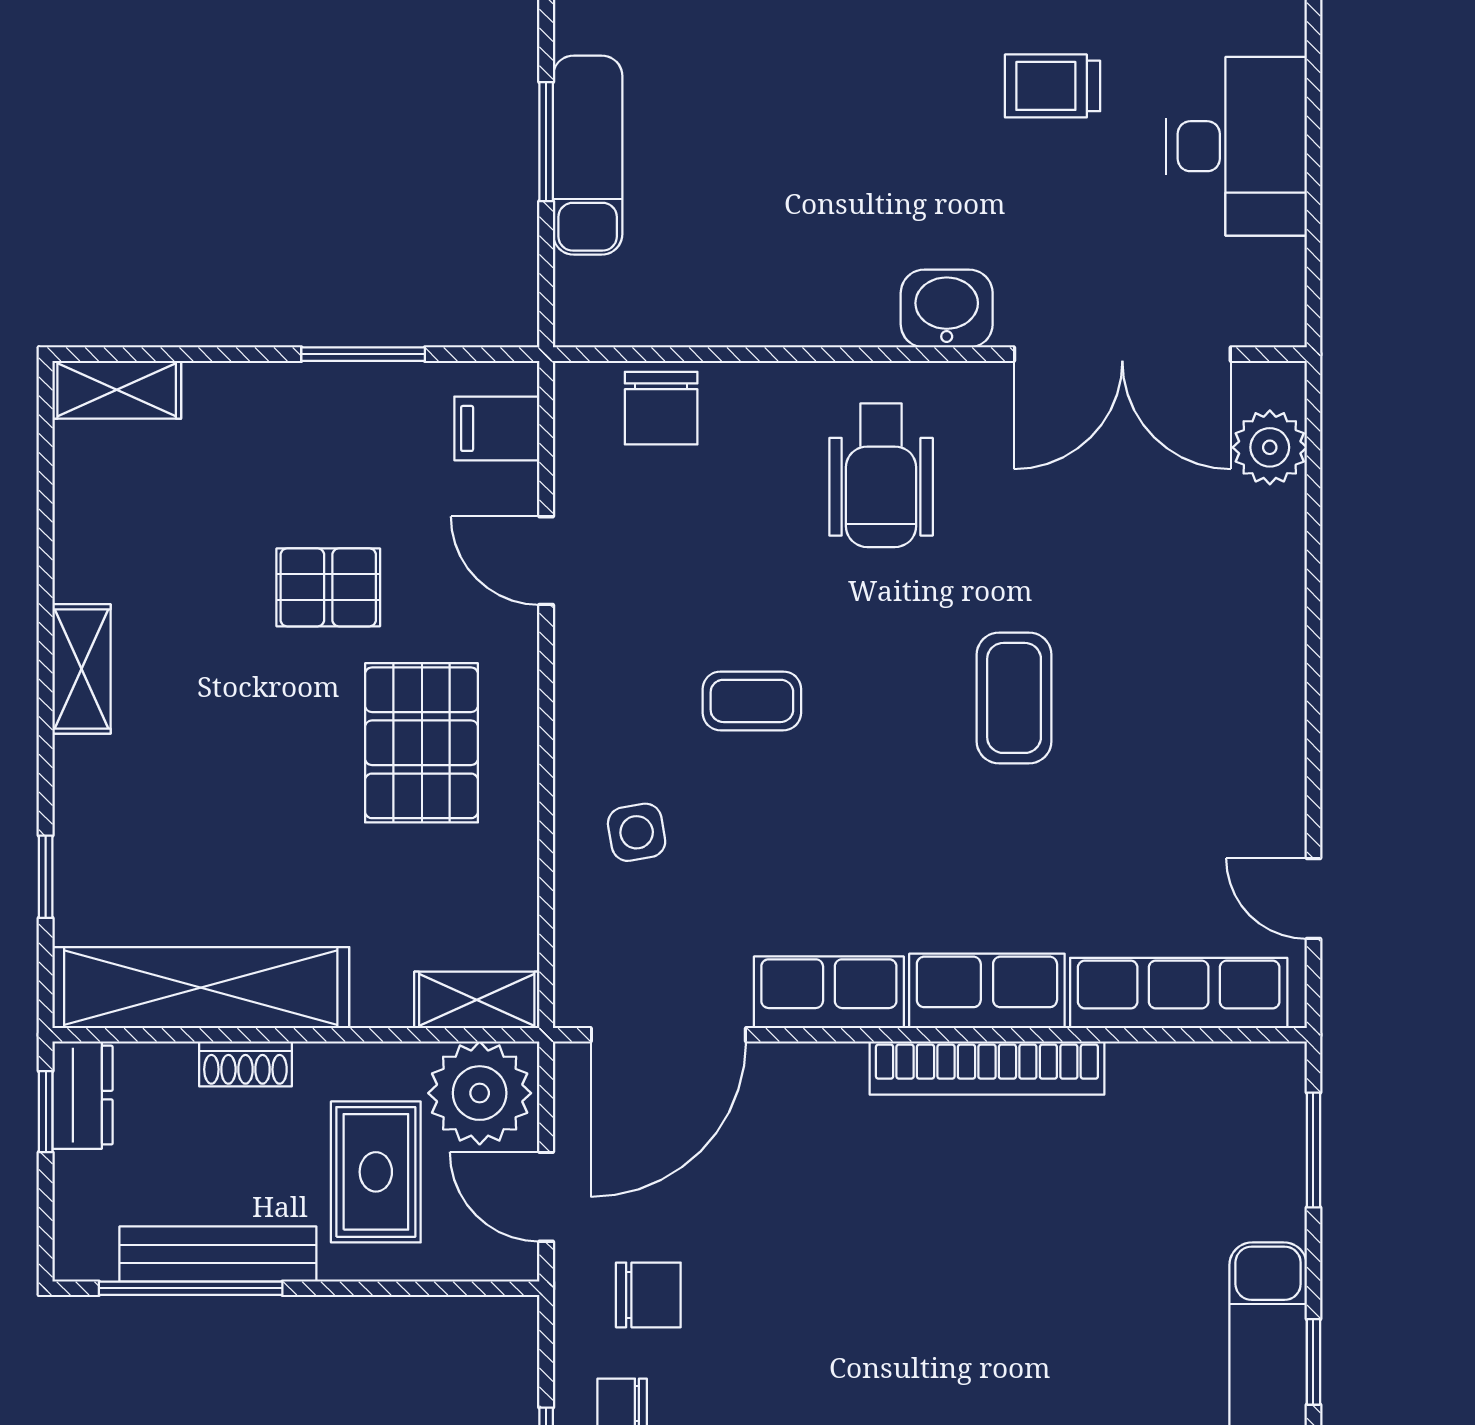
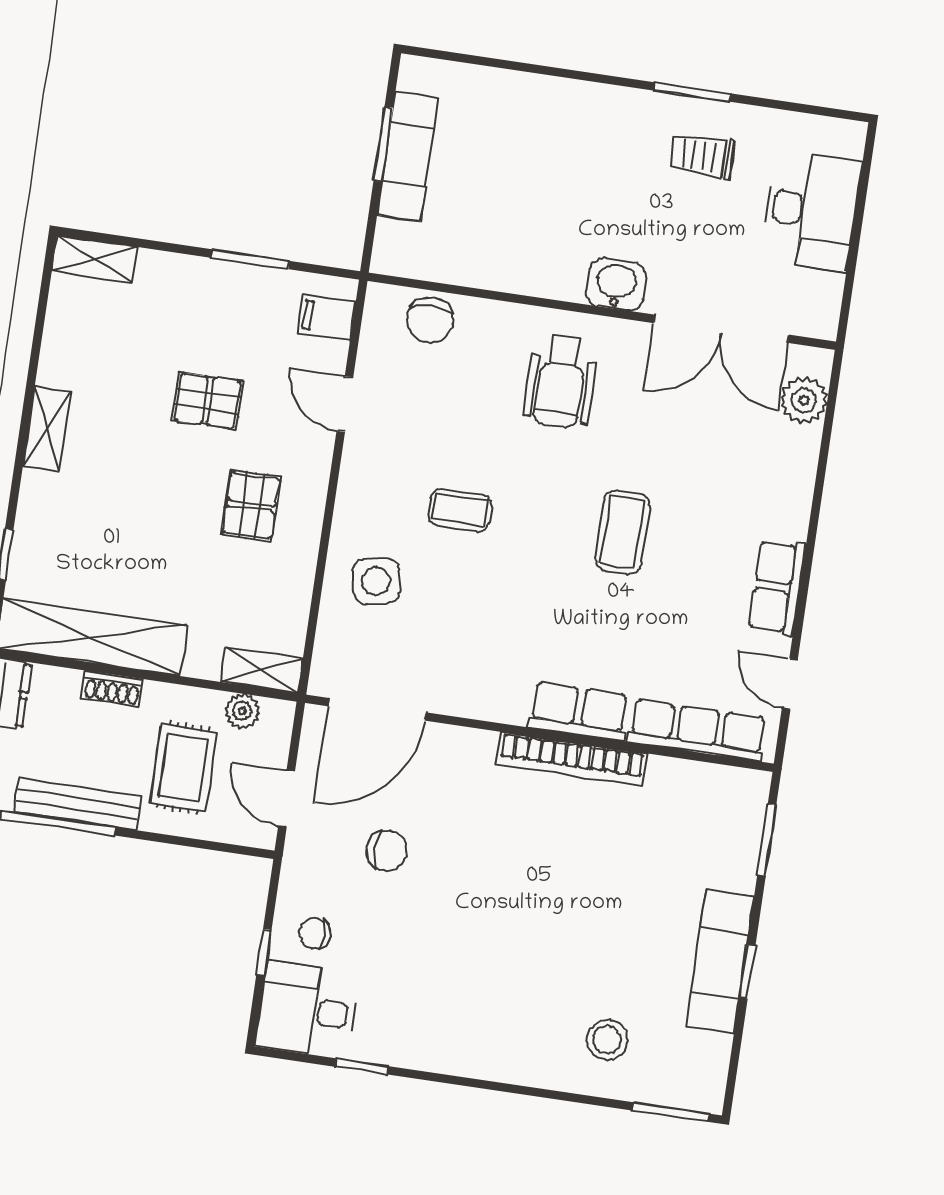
pallet: (422, 743) -> (251, 506), width x0.67, depth x0.71
side table: (637, 832) -> (376, 581), width x1.37, depth x1.37
row of seats: (829, 992) -> (777, 587), moved, turned -90
plant: (480, 1093) -> (242, 711), width x0.53, depth x0.53
chair: (648, 1295) -> (387, 851), moved

